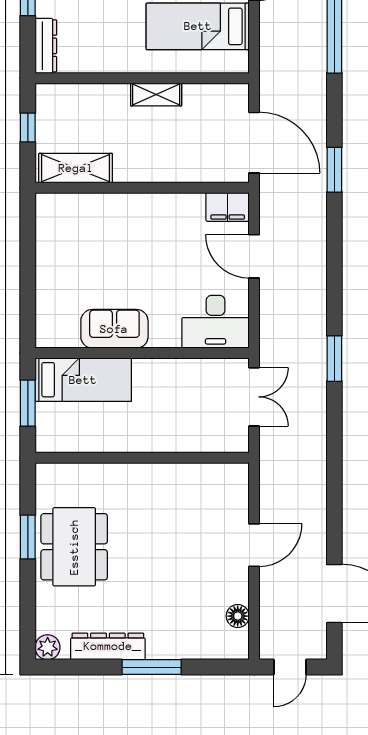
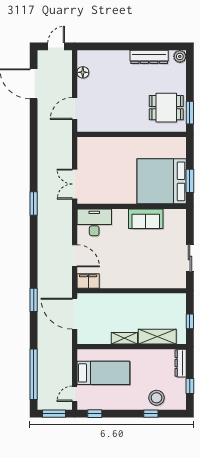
shelving: (76, 168) -> (157, 337), moved
sliding door: (28, 252) -> (190, 258), added
bed: (83, 380) -> (162, 181), width x2.04
wall: (142, 458) -> (132, 134), moved
dining table: (74, 547) -> (166, 108), width x0.73
window: (152, 667) -> (127, 46), removed

